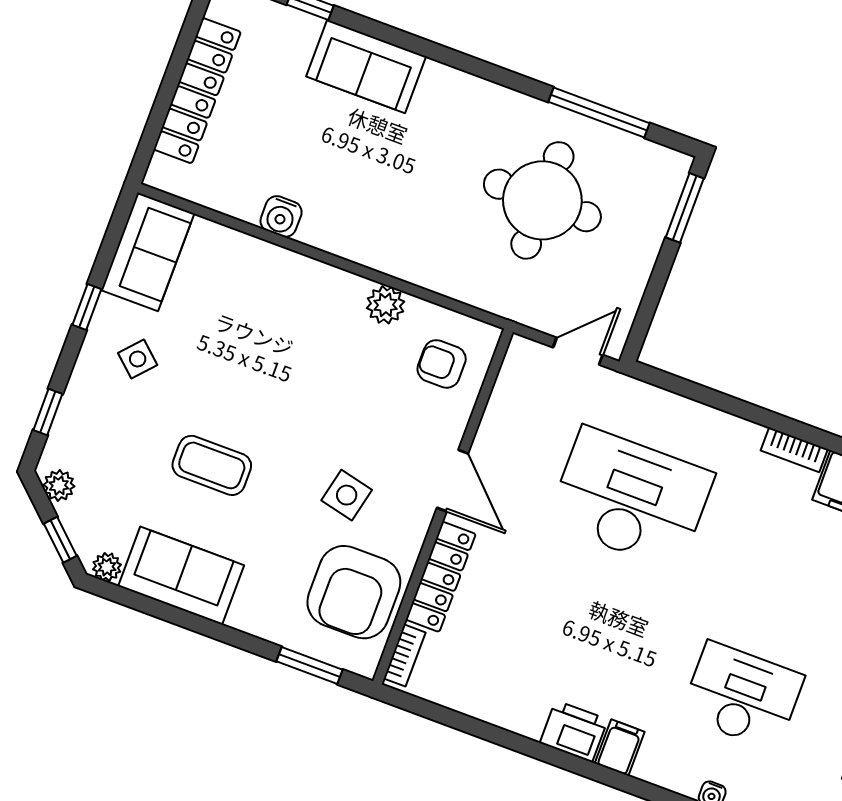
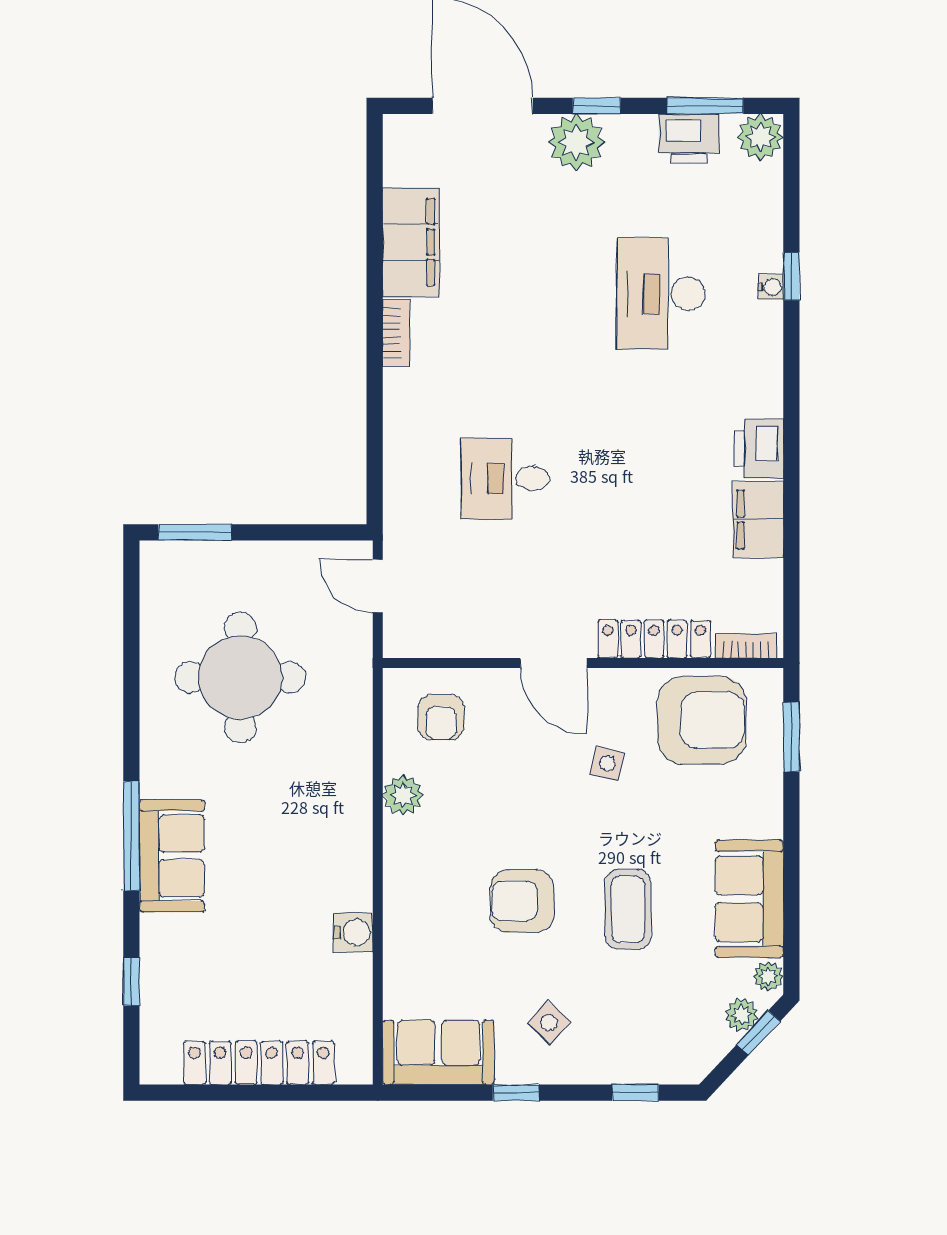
sofa: (366, 66) -> (172, 856), moved
window: (599, 112) -> (131, 836), moved
armchair: (254, 375) -> (522, 901), added
door: (453, 481) -> (554, 663), swing flipped
plant: (59, 485) -> (742, 1015), moved
side table: (347, 495) -> (607, 763), width x0.73, depth x0.73
desk: (631, 498) -> (505, 478), width x0.53, depth x0.77
filing cabinet: (620, 748) -> (758, 520), moved, width x2.00

